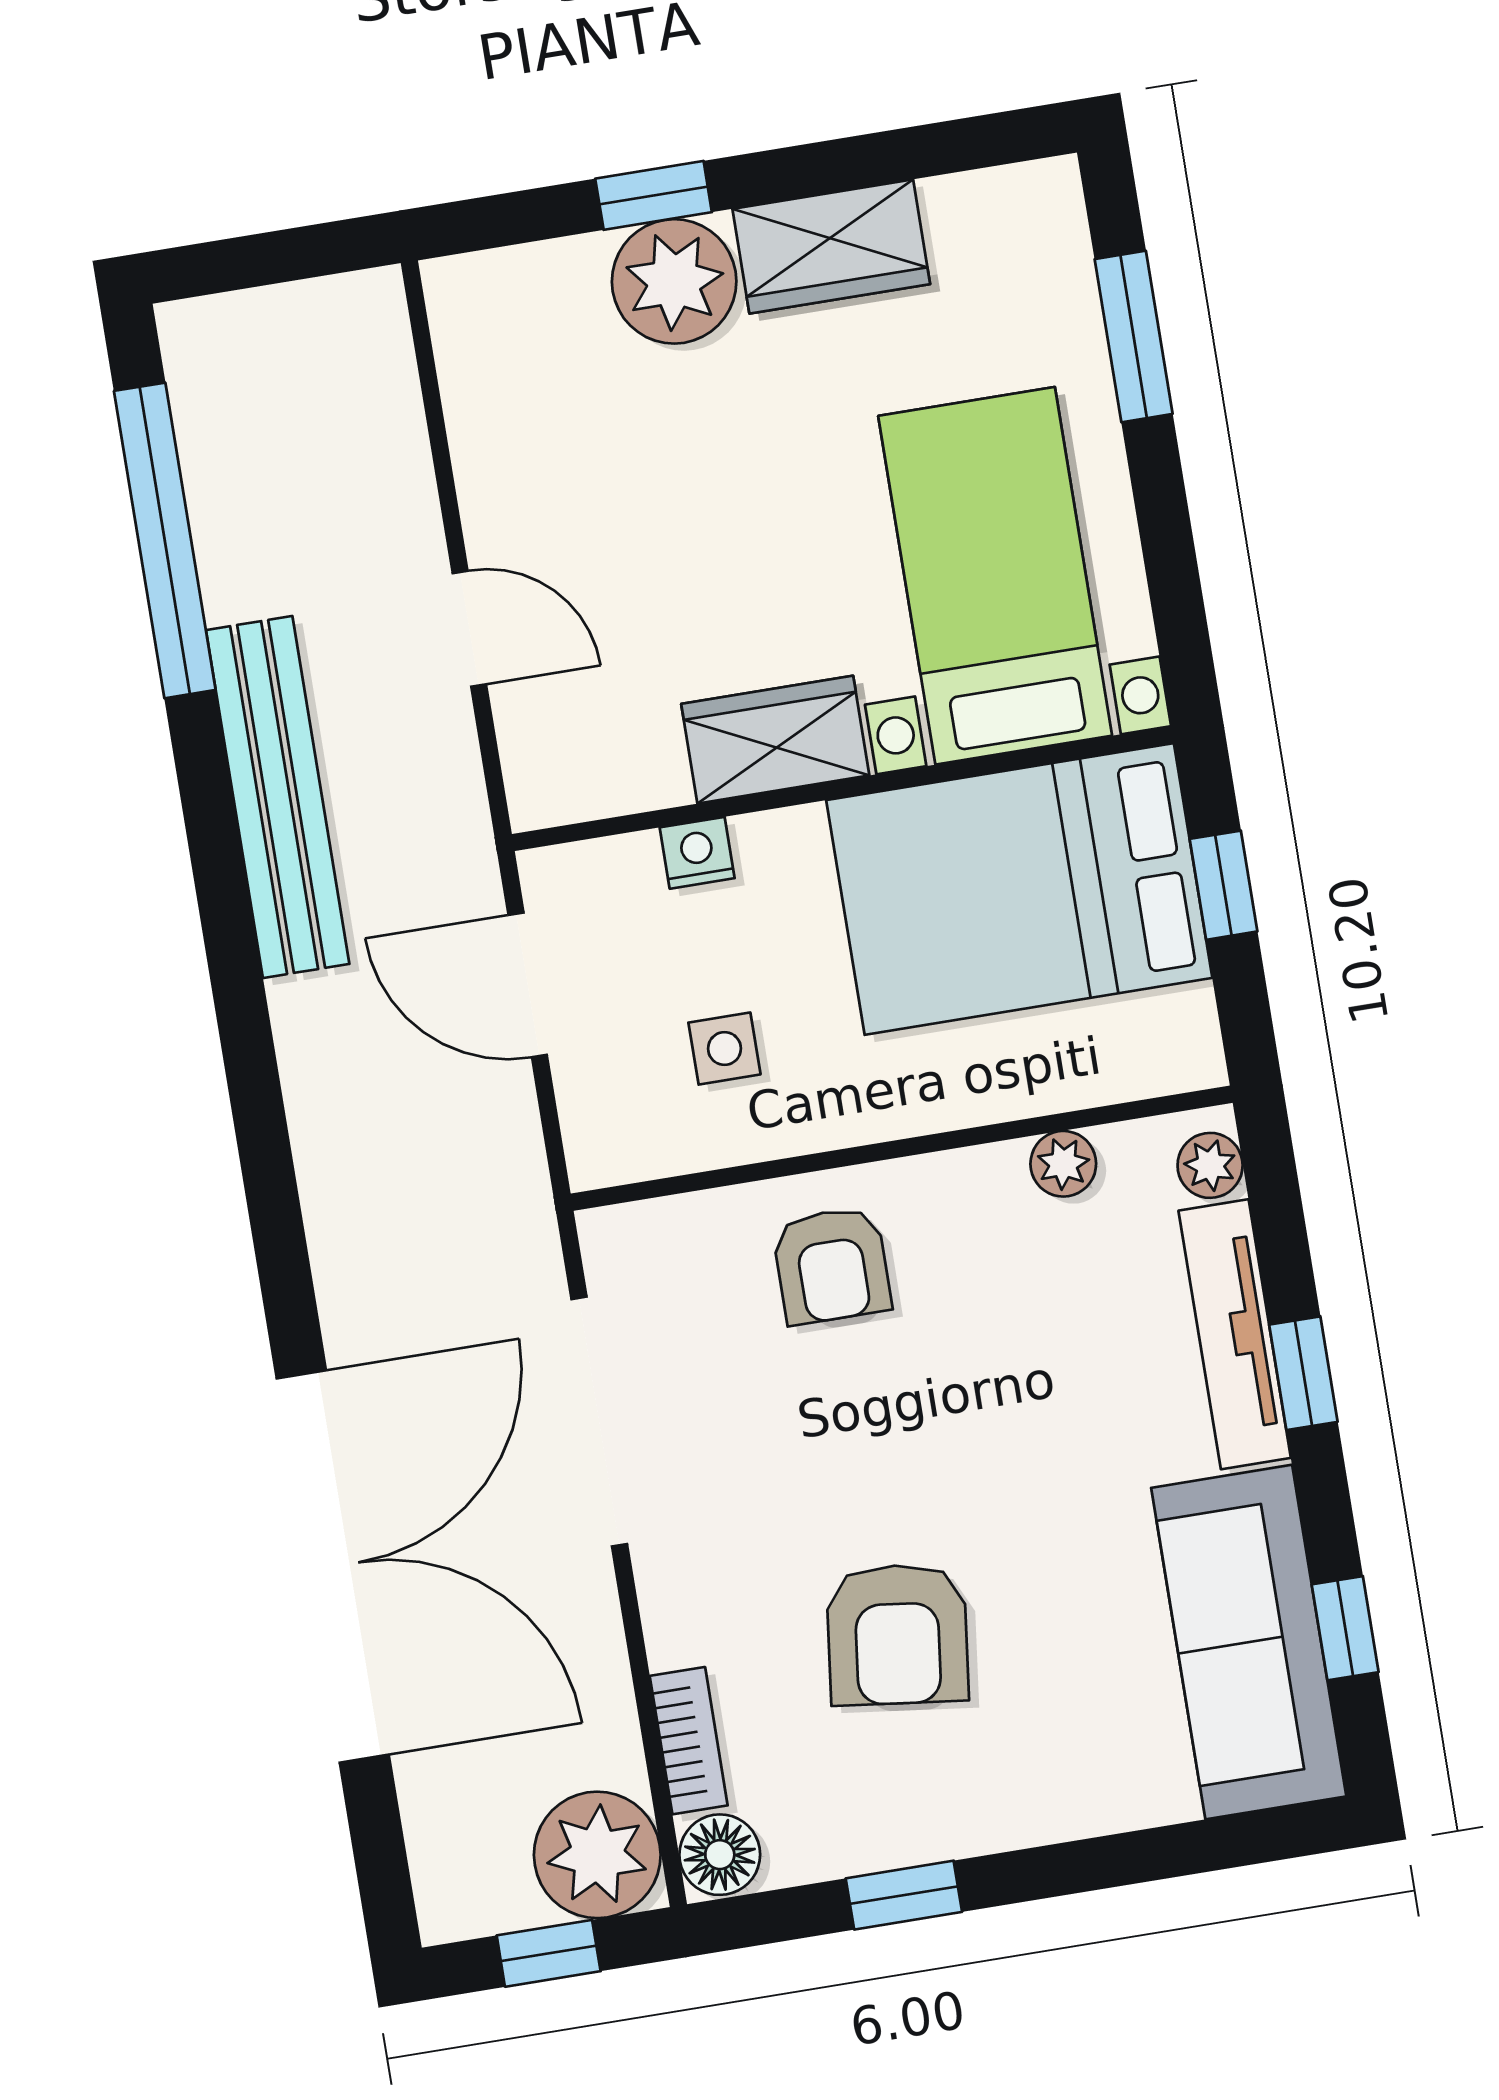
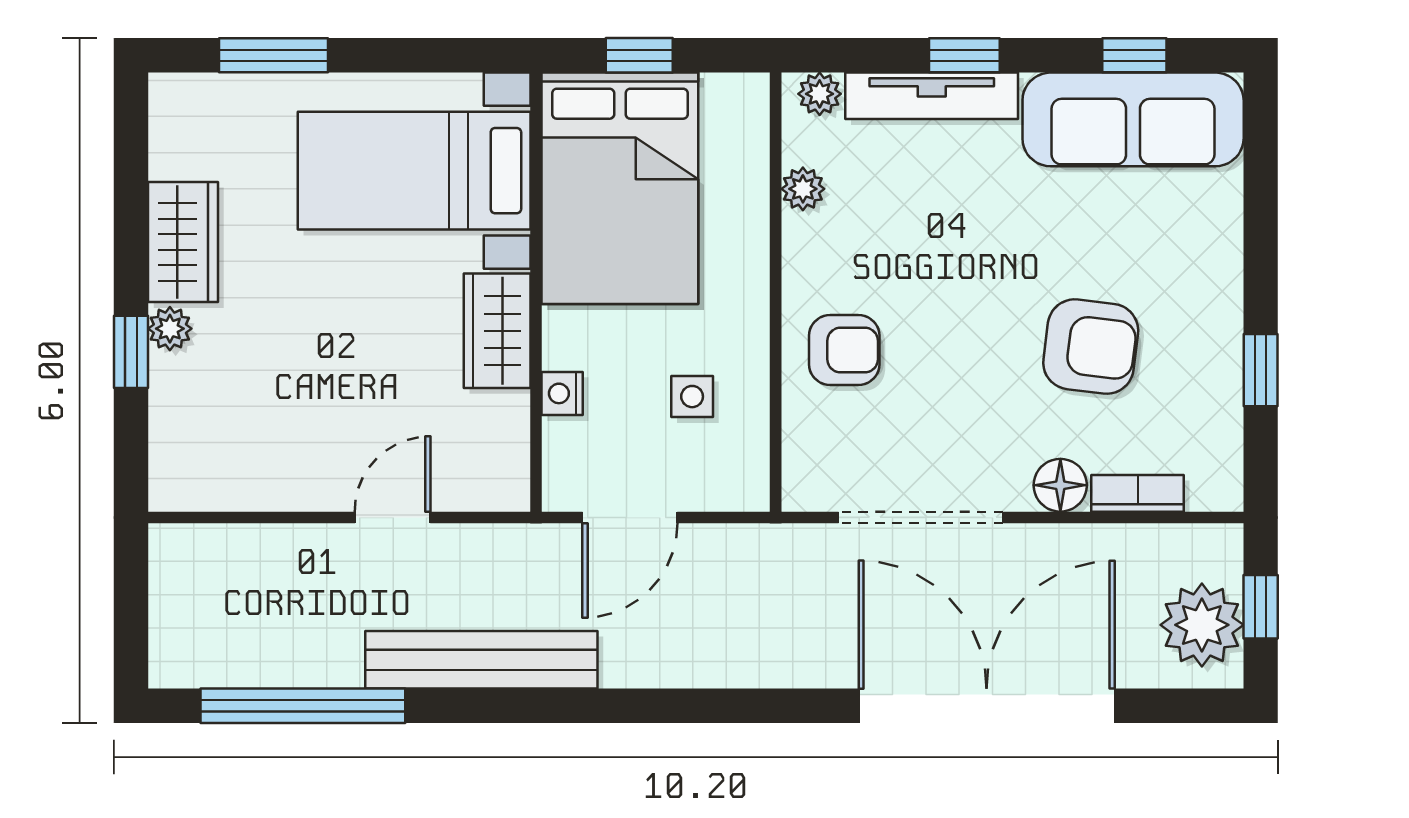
plant: (674, 281) -> (170, 329), width x0.53, depth x0.53
plant: (597, 1855) -> (1202, 625), moved
floor lamp: (720, 1855) -> (1060, 485), moved

